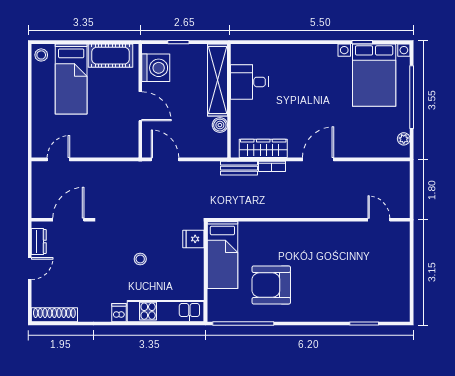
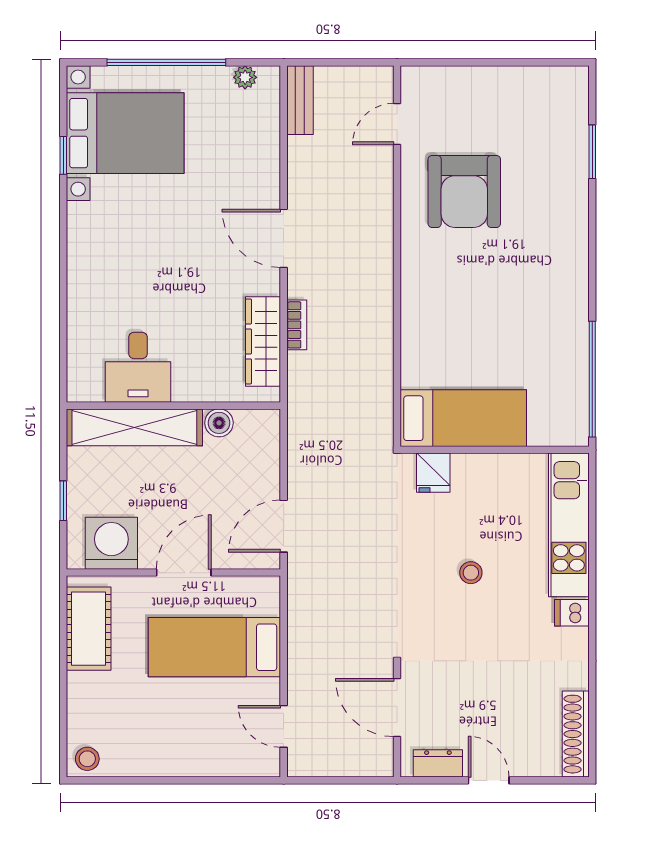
bed: (71, 79) -> (214, 647), moved, turned 180
bench: (239, 168) -> (300, 100), moved
armchair: (271, 285) -> (464, 191), moved

